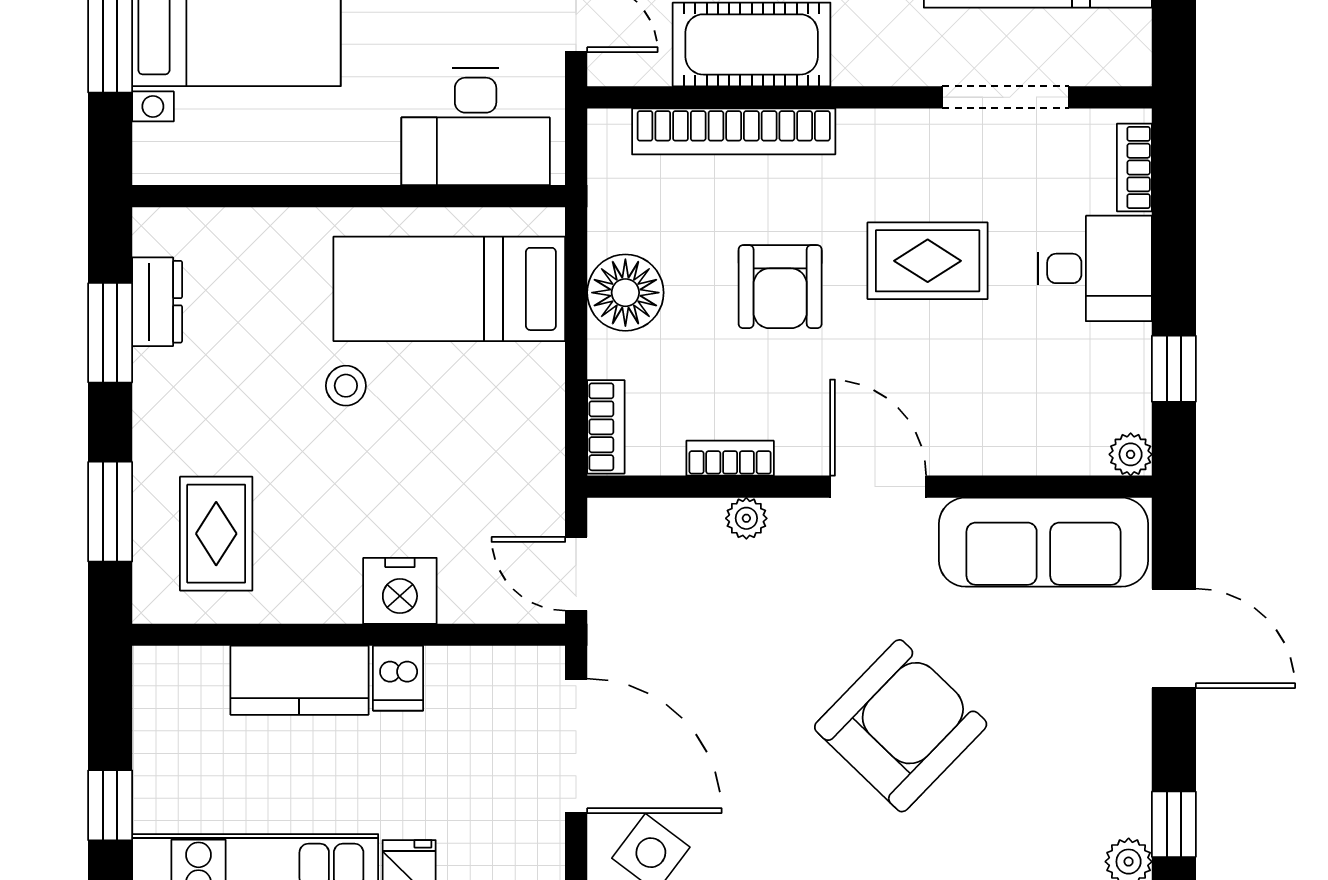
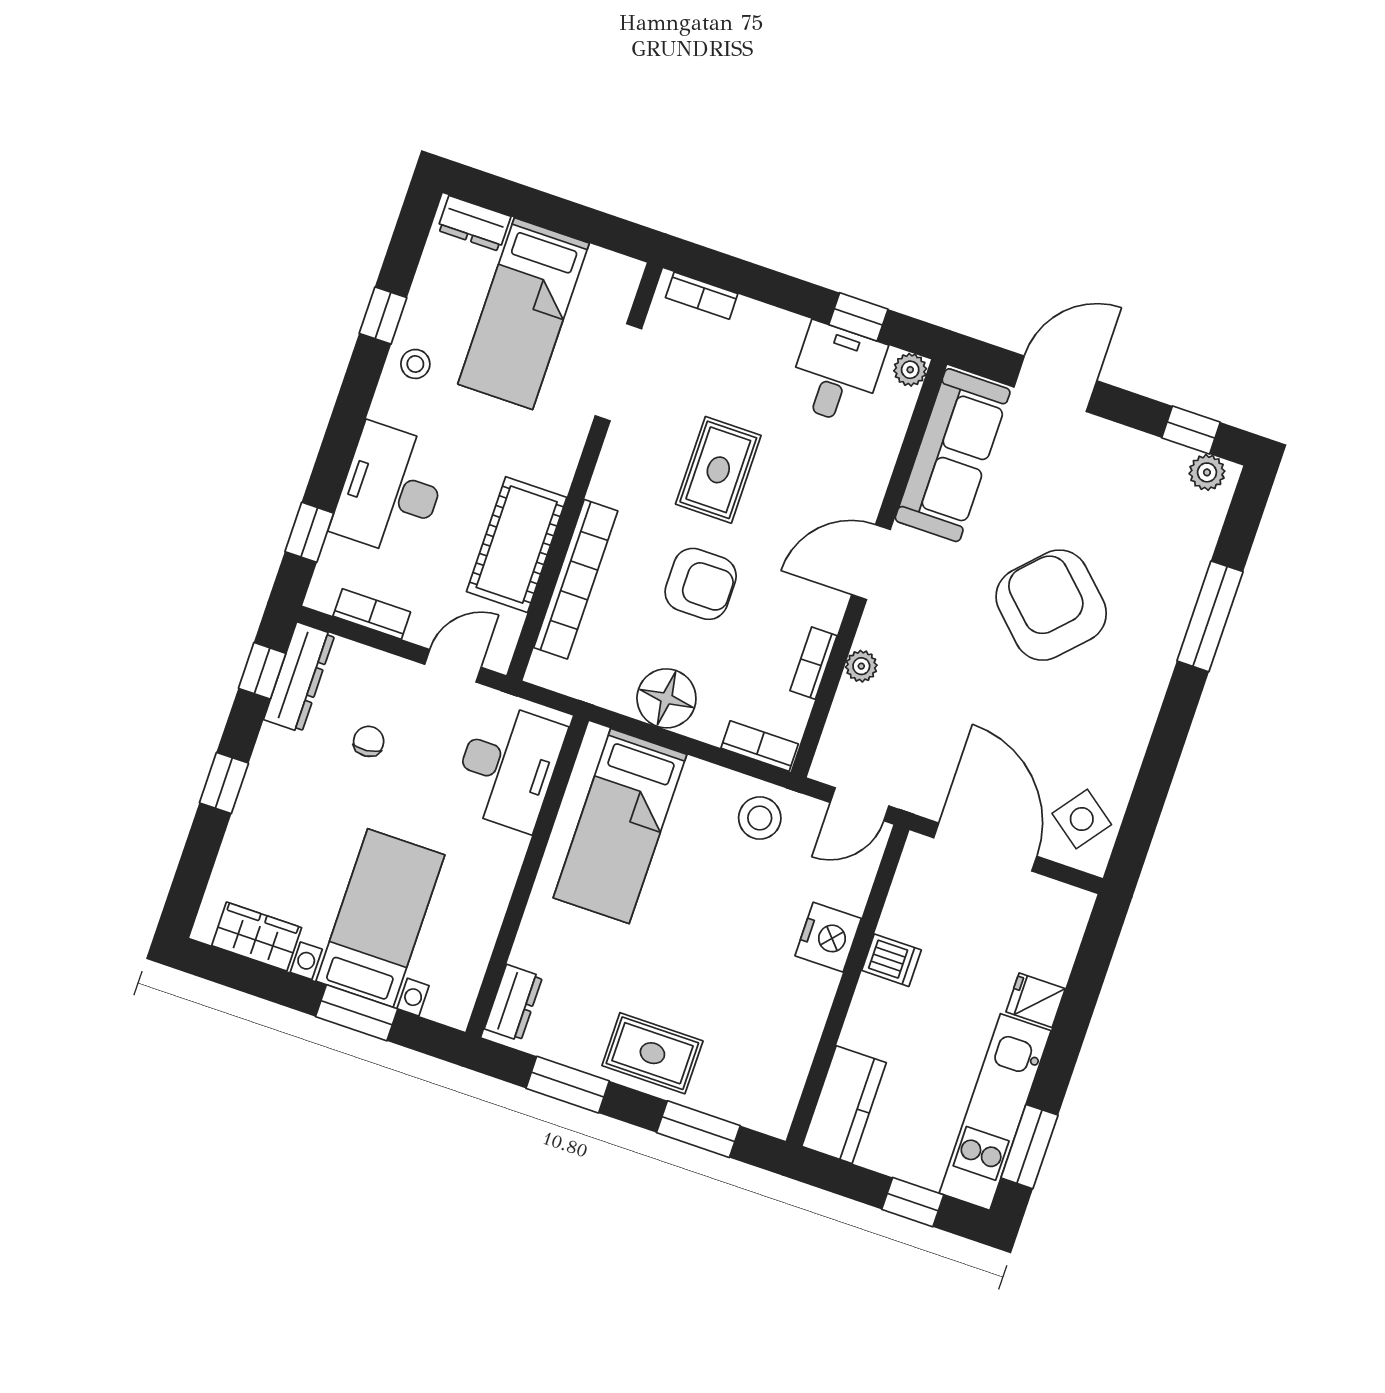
desk: (1095, 268) -> (836, 374), moved
dresser: (157, 302) -> (513, 1003), moved, turned 90
stool: (346, 386) -> (760, 818), moved, width x1.37, depth x1.37
rug: (216, 534) -> (652, 1053), moved
kitchen counter: (299, 680) -> (844, 1105), moved
door: (576, 746) -> (985, 847), hinge flipped

